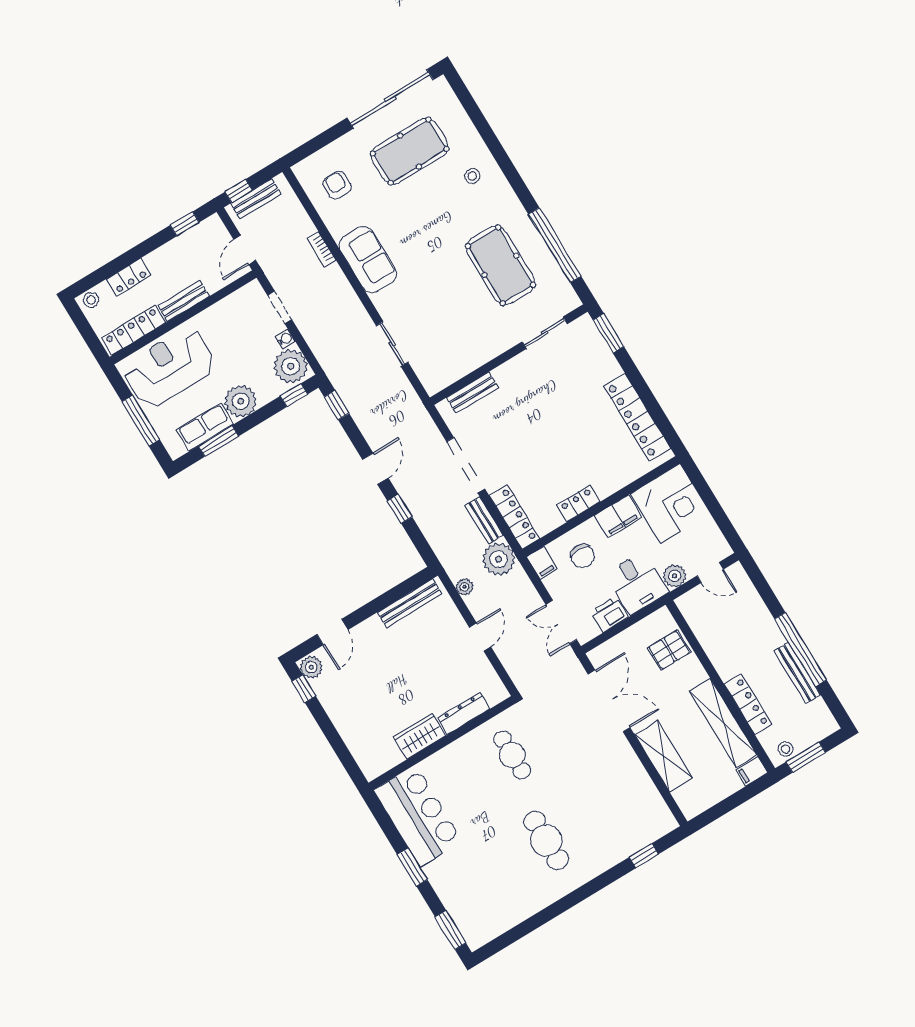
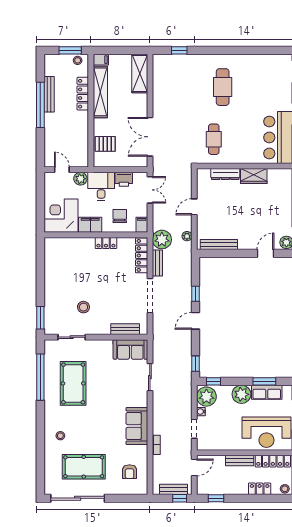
sofa: (446, 367) -> (130, 349), added
stool: (554, 388) -> (83, 307), added
locker: (637, 417) -> (51, 268), removed
shelving: (664, 756) -> (140, 73), moved

